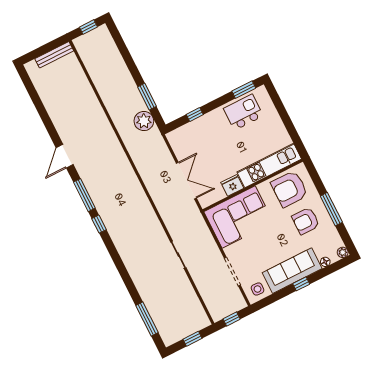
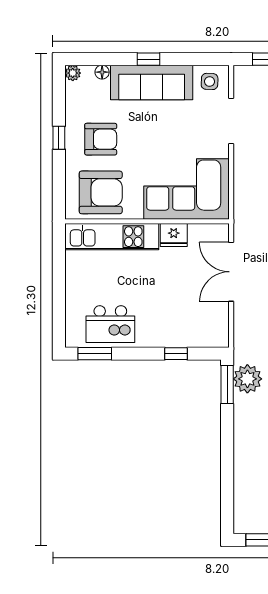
window: (147, 97) -> (227, 385), moved
window: (331, 209) -> (59, 138), width x0.46

